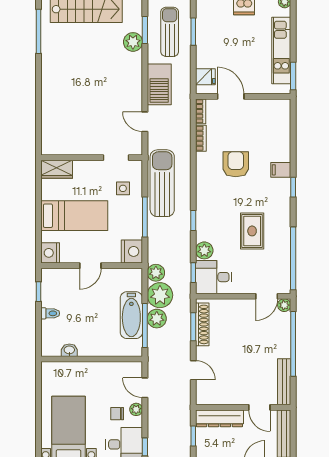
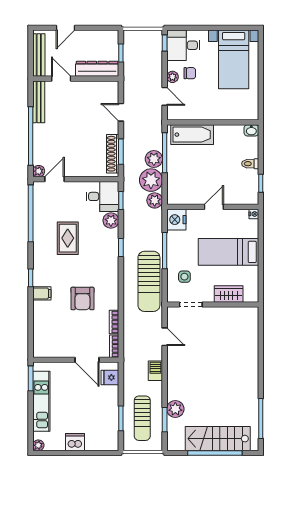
barbecue: (159, 84) -> (155, 371), width x0.53, depth x0.65
wardrobe: (57, 169) -> (229, 294), moved
nightstand: (50, 253) -> (254, 214), width x0.53, depth x0.56
bathtub: (131, 315) -> (192, 135), moved, turned 90
washbasin: (69, 350) -> (251, 130), moved

